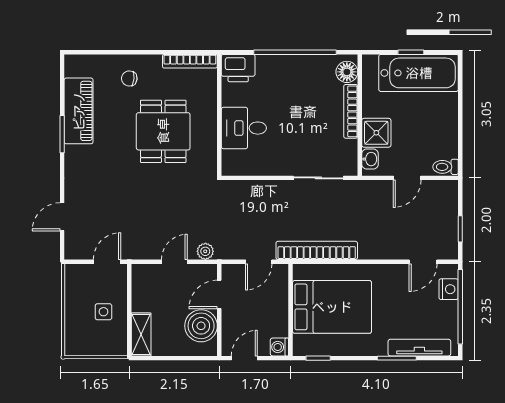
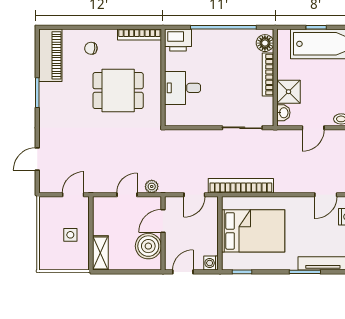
piano: (79, 111) -> (50, 55), moved
dining table: (163, 131) -> (118, 91), turned 90

